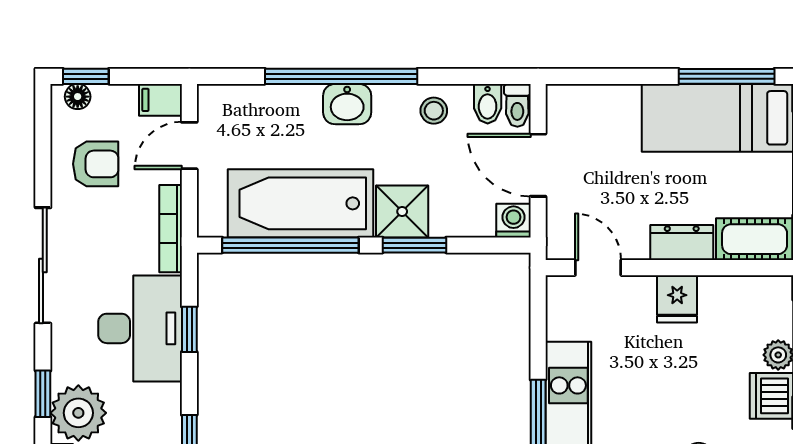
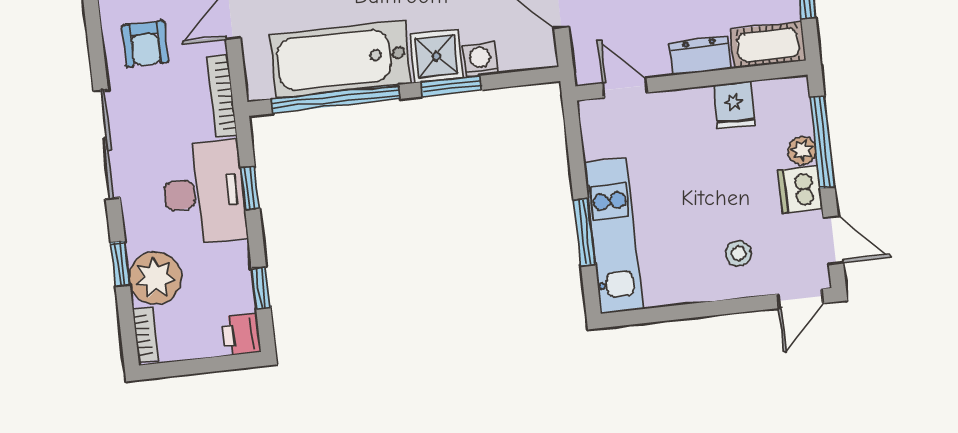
armchair: (96, 164) -> (145, 44), turned 90
washing machine: (514, 221) -> (480, 60), moved
fridge: (677, 299) -> (734, 105), moved

